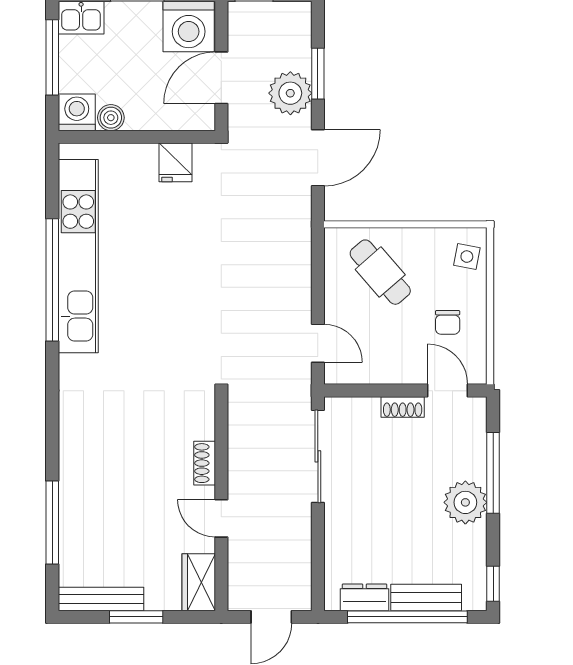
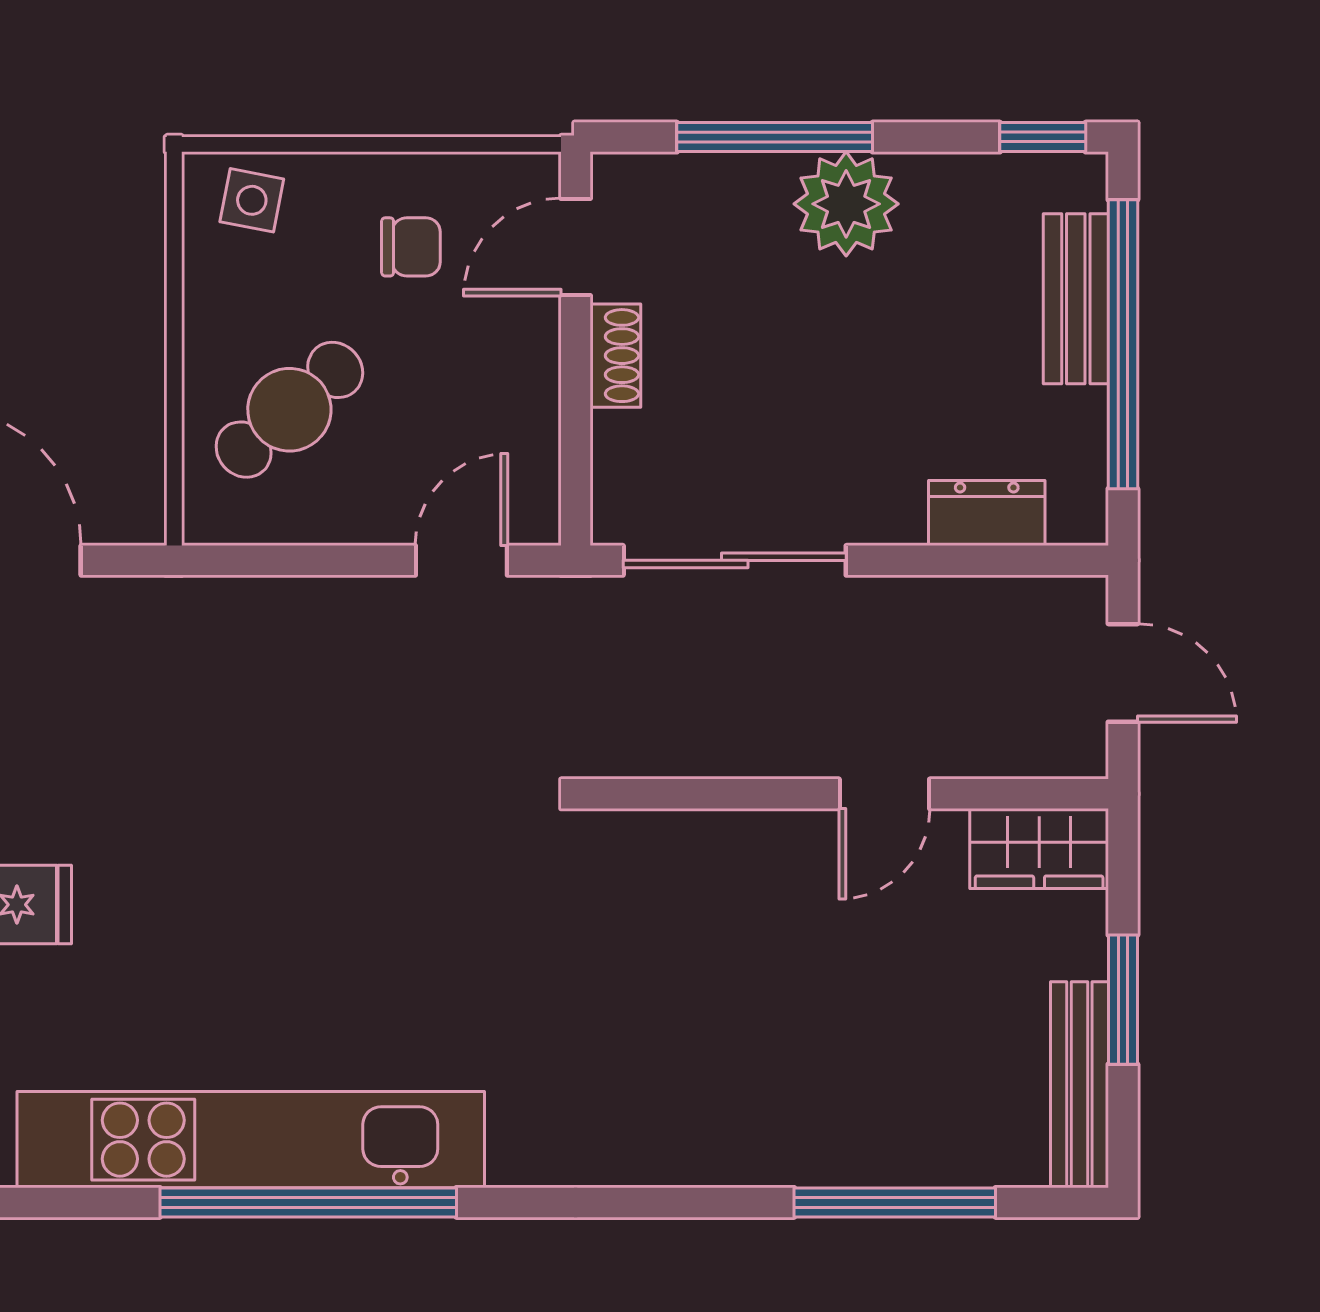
shoe rack: (205, 463) -> (751, 834), removed
dresser: (365, 597) -> (987, 513), moved, turned 90

